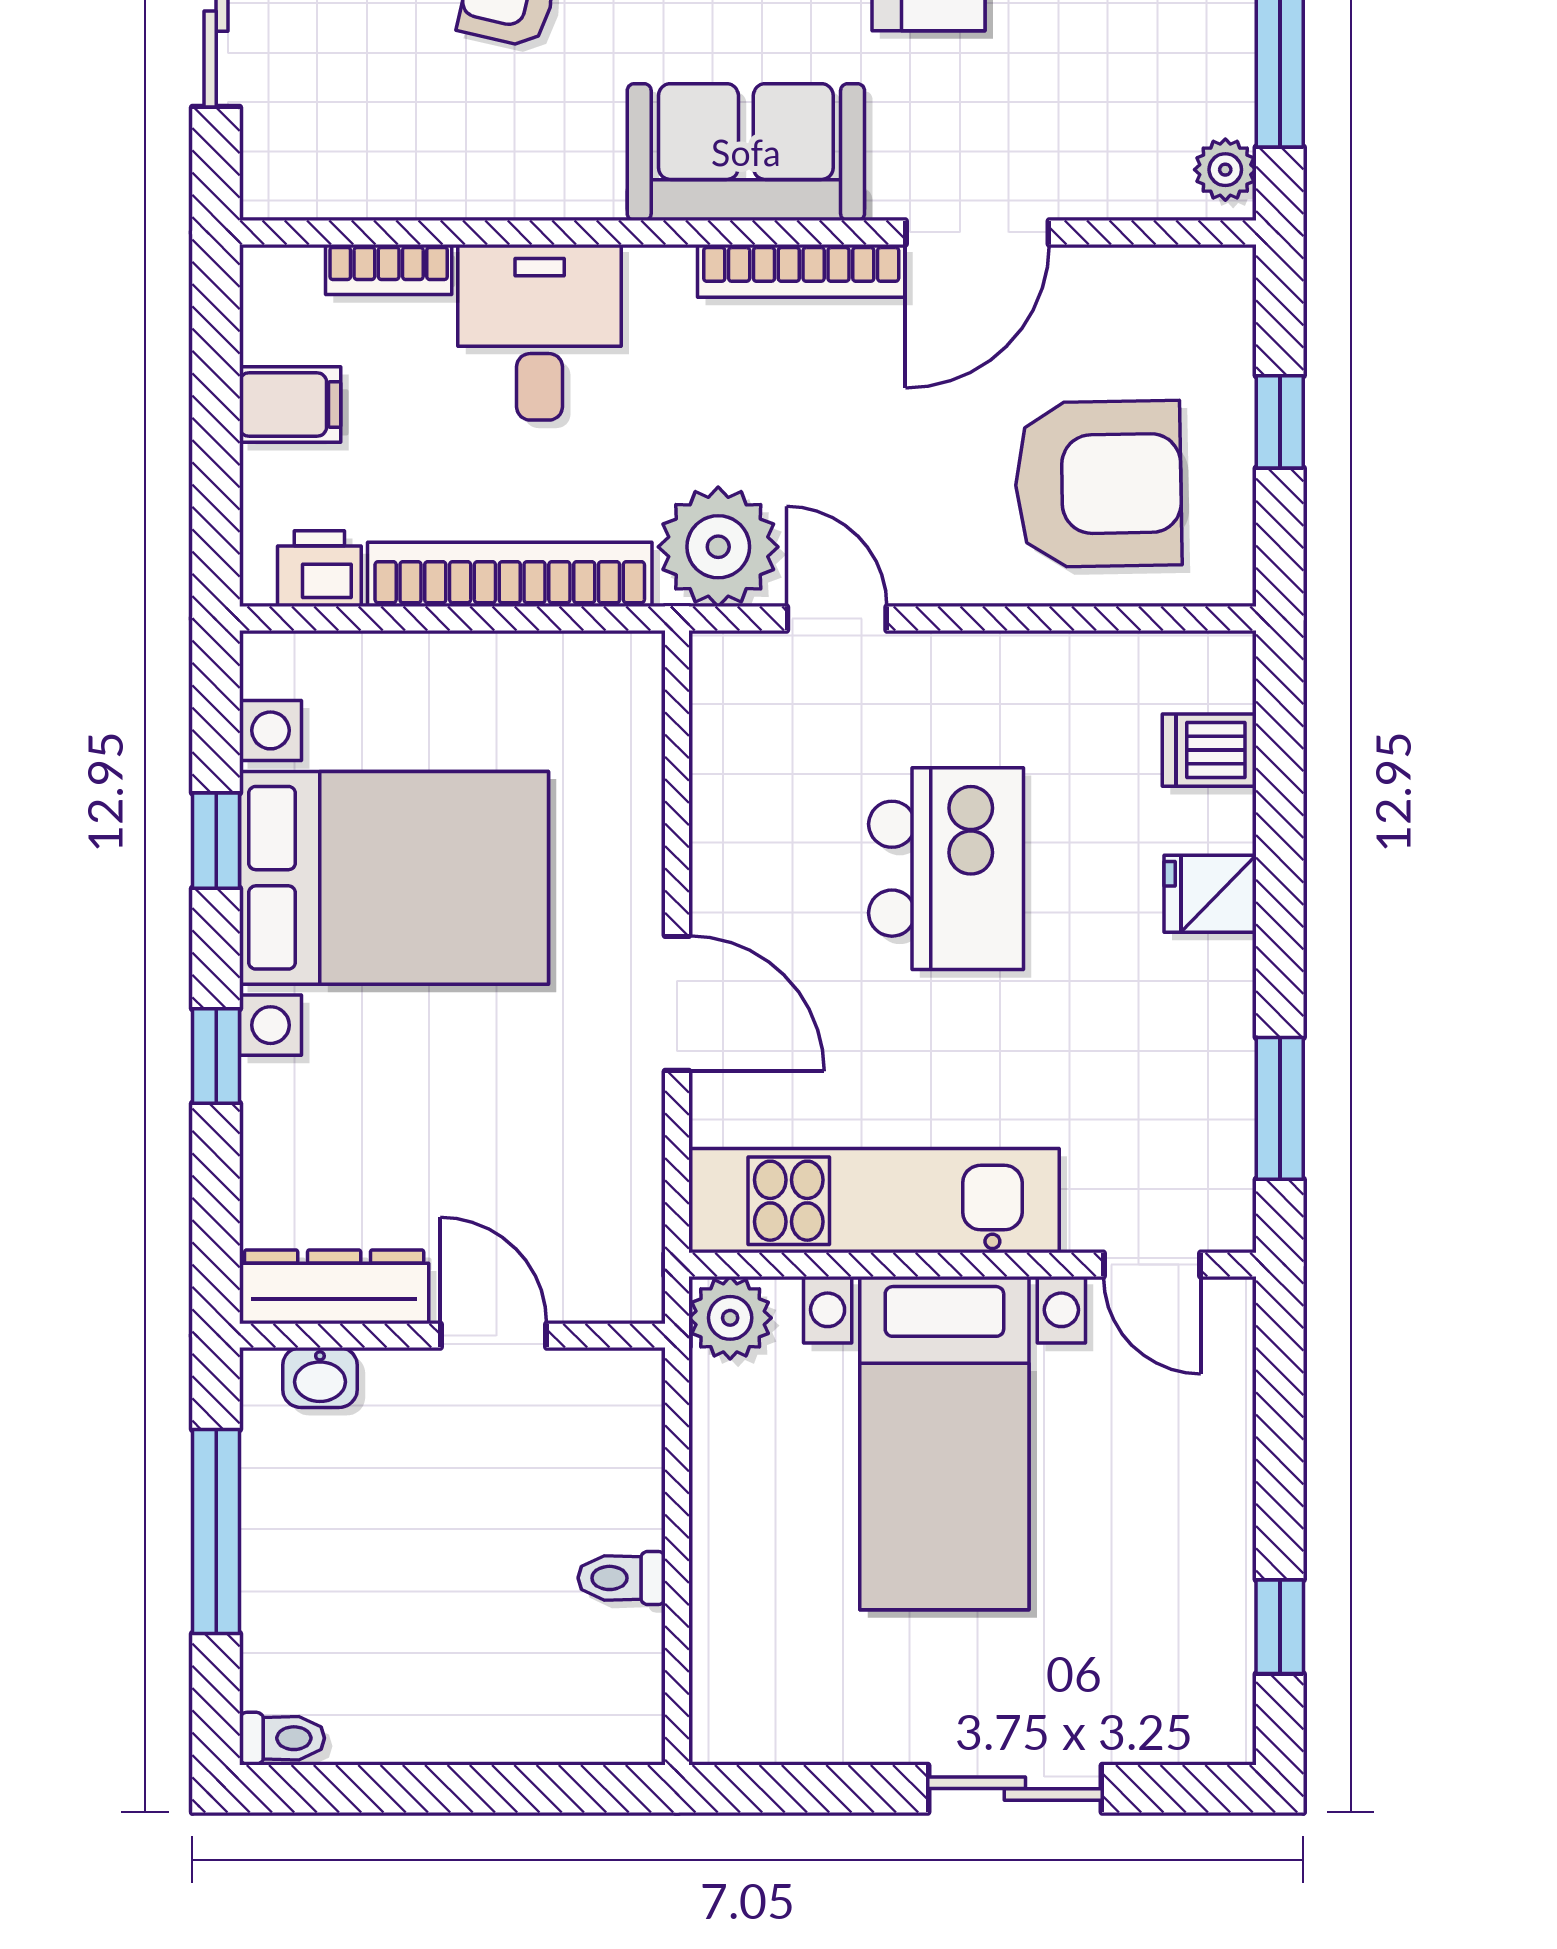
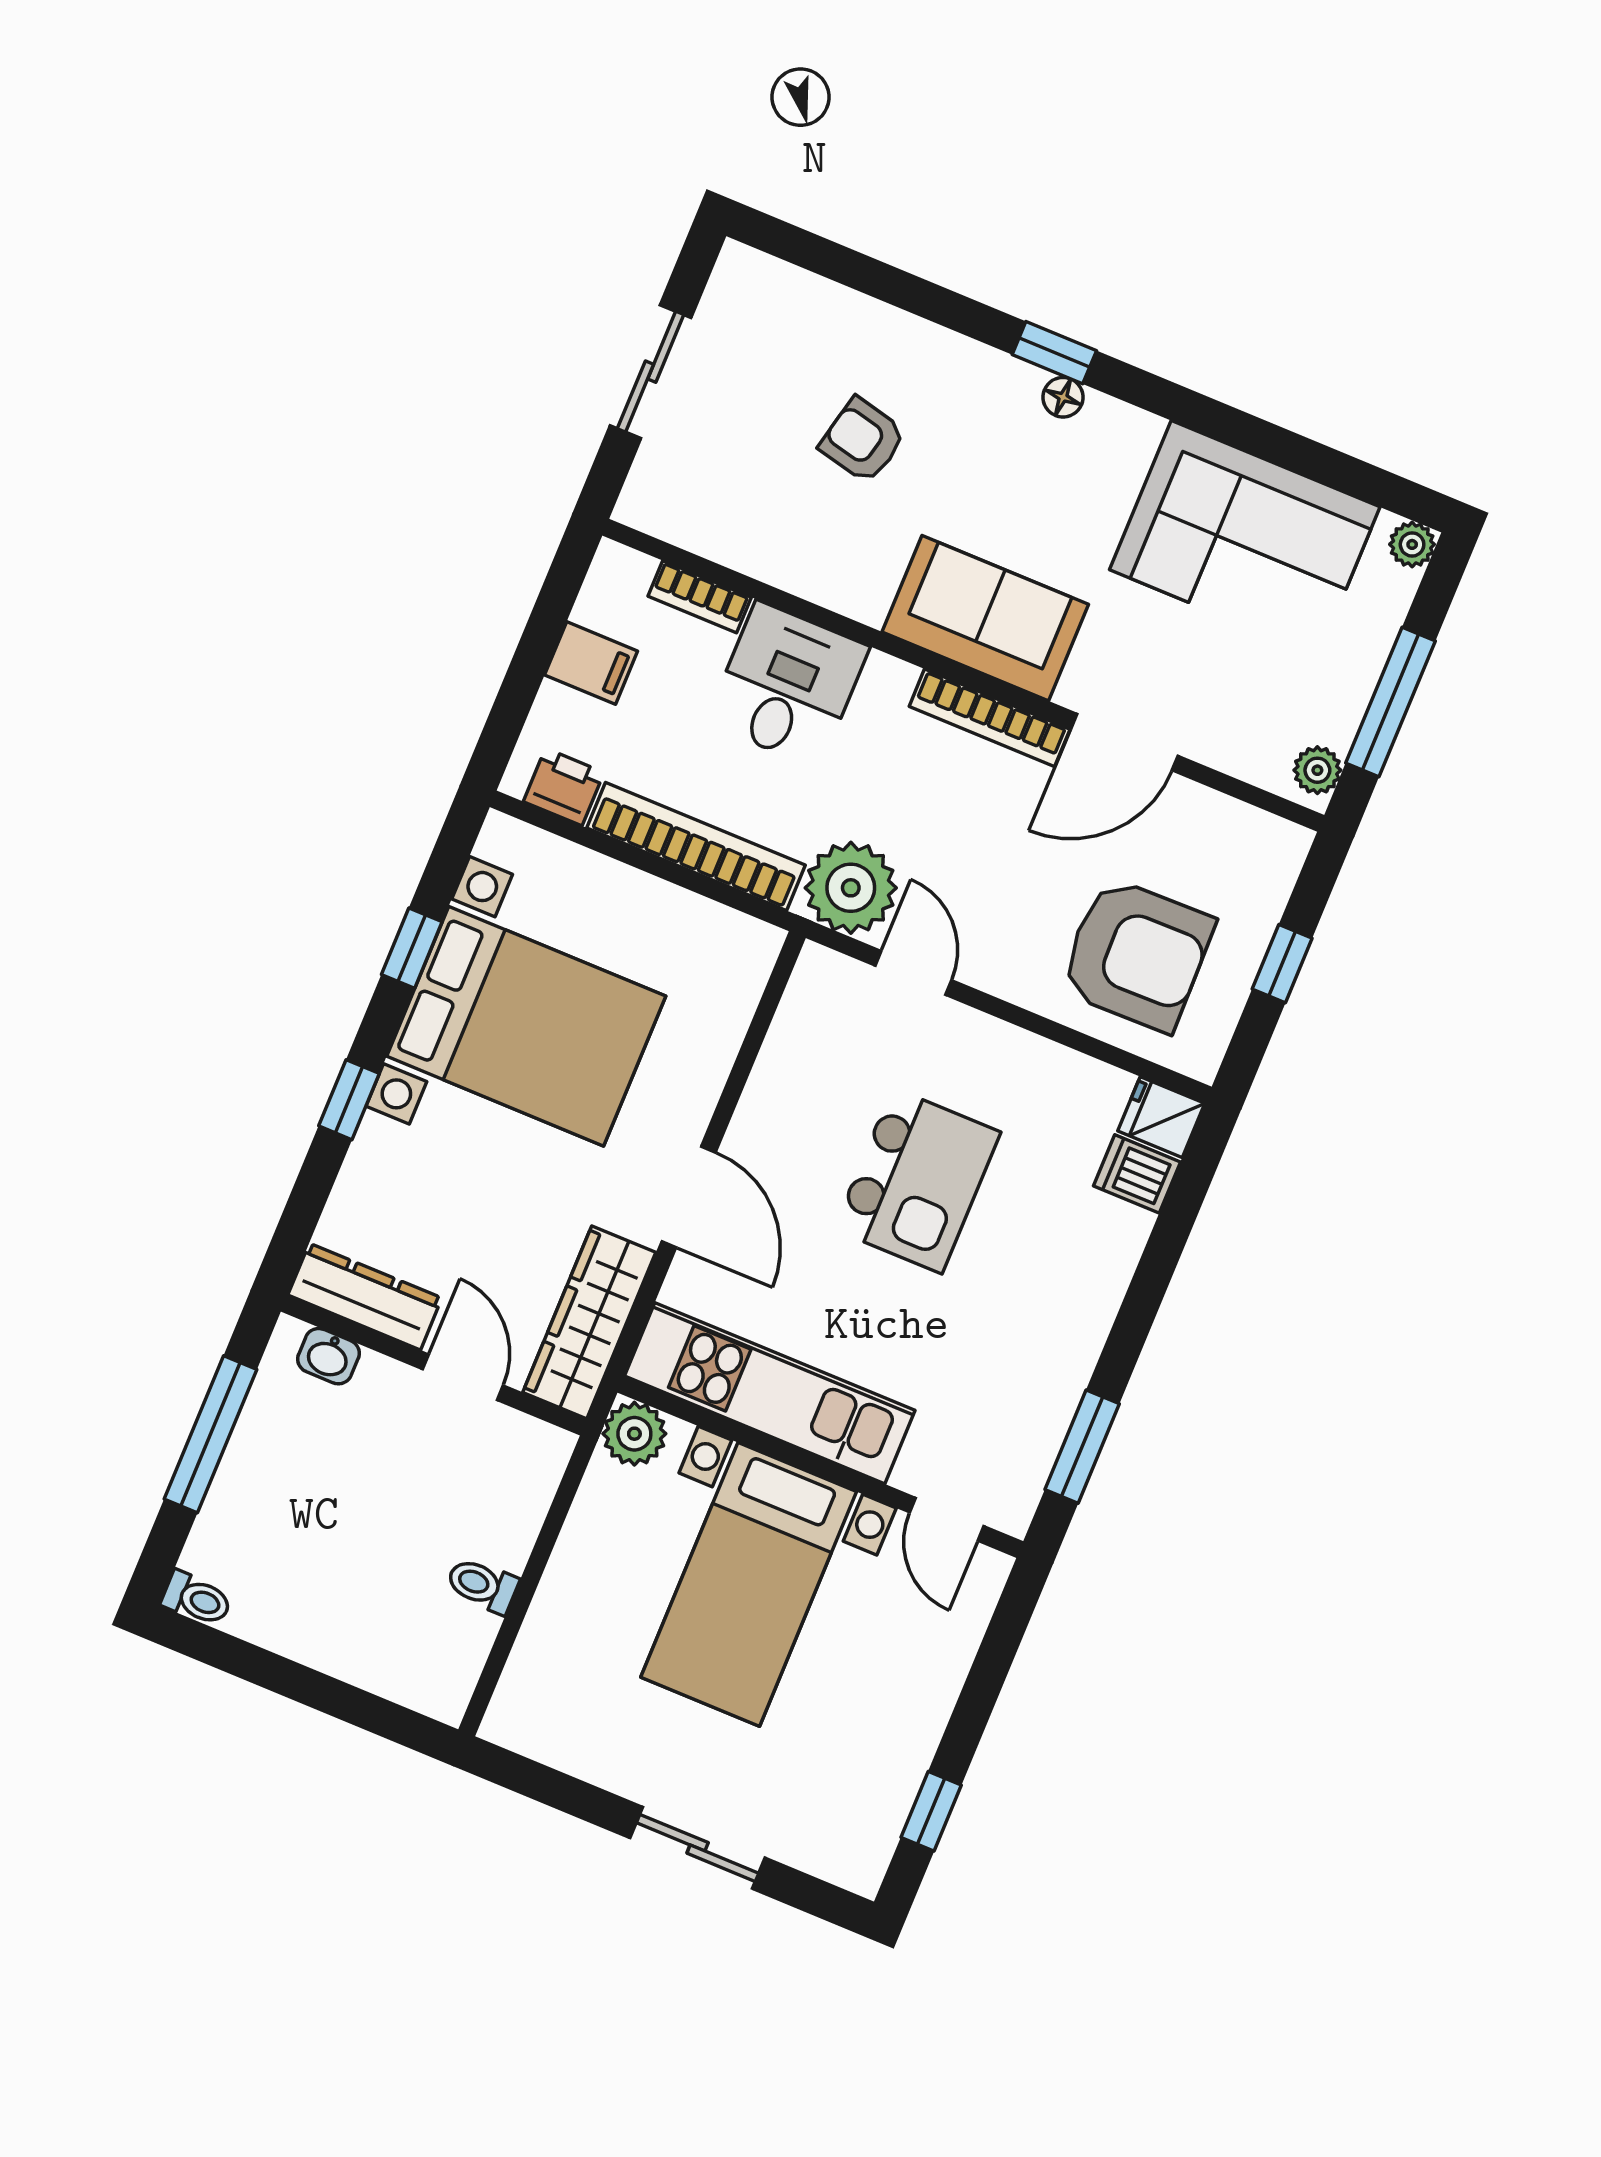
fridge: (1210, 894) -> (1161, 1117), moved
wardrobe: (619, 1205) -> (589, 1322), added

